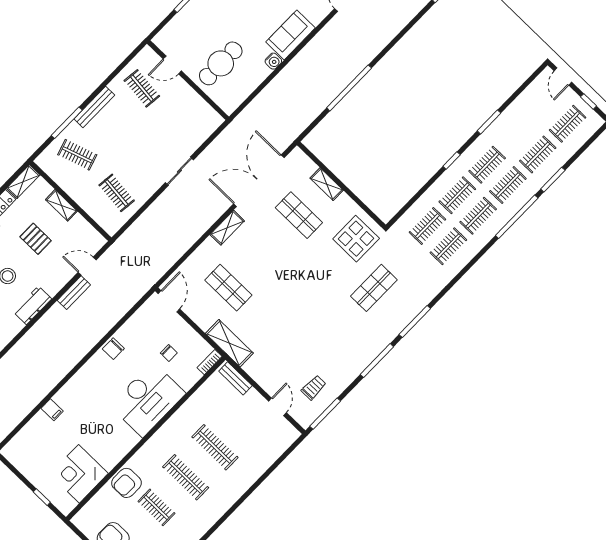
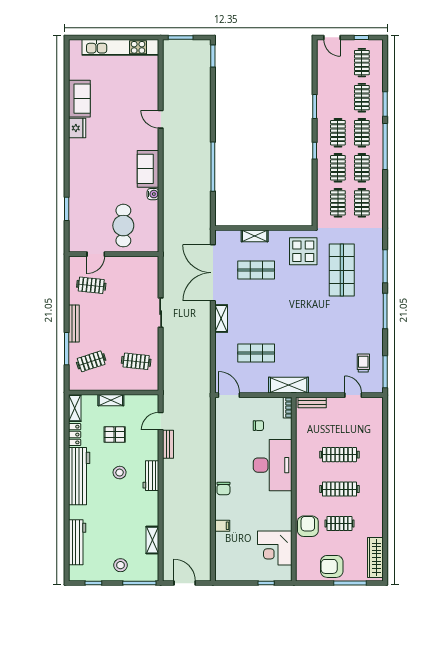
shop shelf: (374, 288) -> (342, 270), width x1.43, depth x1.36
chair: (113, 349) -> (223, 488), moved
armchair: (126, 483) -> (308, 526), turned 180

